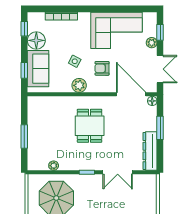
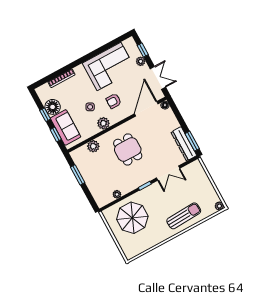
window: (24, 29) -> (45, 115), moved
door: (131, 94) -> (146, 109), hinge flipped
plant: (56, 103) -> (93, 146), added
window: (160, 128) -> (192, 141), moved
window: (24, 136) -> (78, 175), moved

